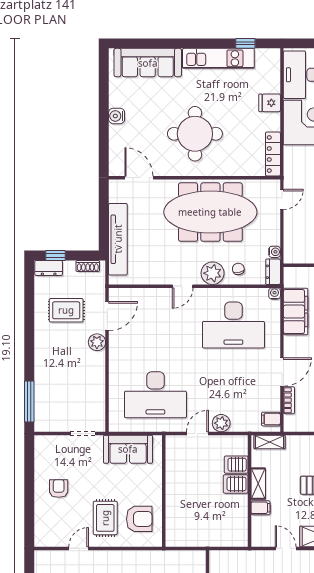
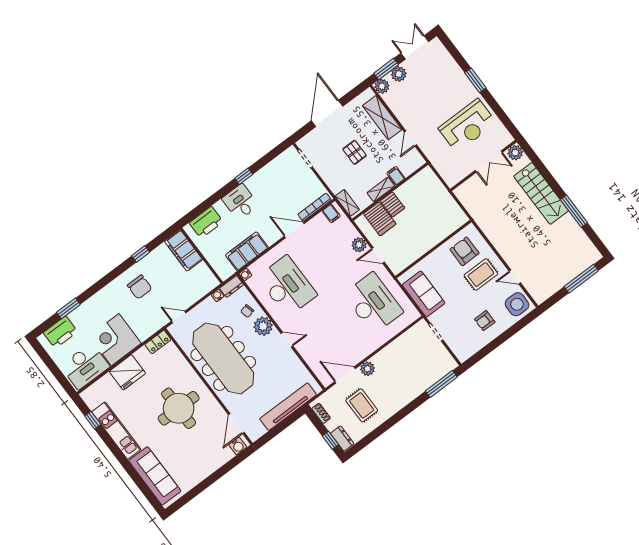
fridge: (270, 103) -> (127, 372), width x1.88, depth x1.34
water cooler: (117, 116) -> (238, 446), moved
locker: (273, 154) -> (158, 342), width x0.66
bookcase: (289, 400) -> (315, 207), width x1.56
server rack: (236, 465) -> (380, 219), width x1.36, depth x1.44
side table: (51, 531) -> (517, 304), added

